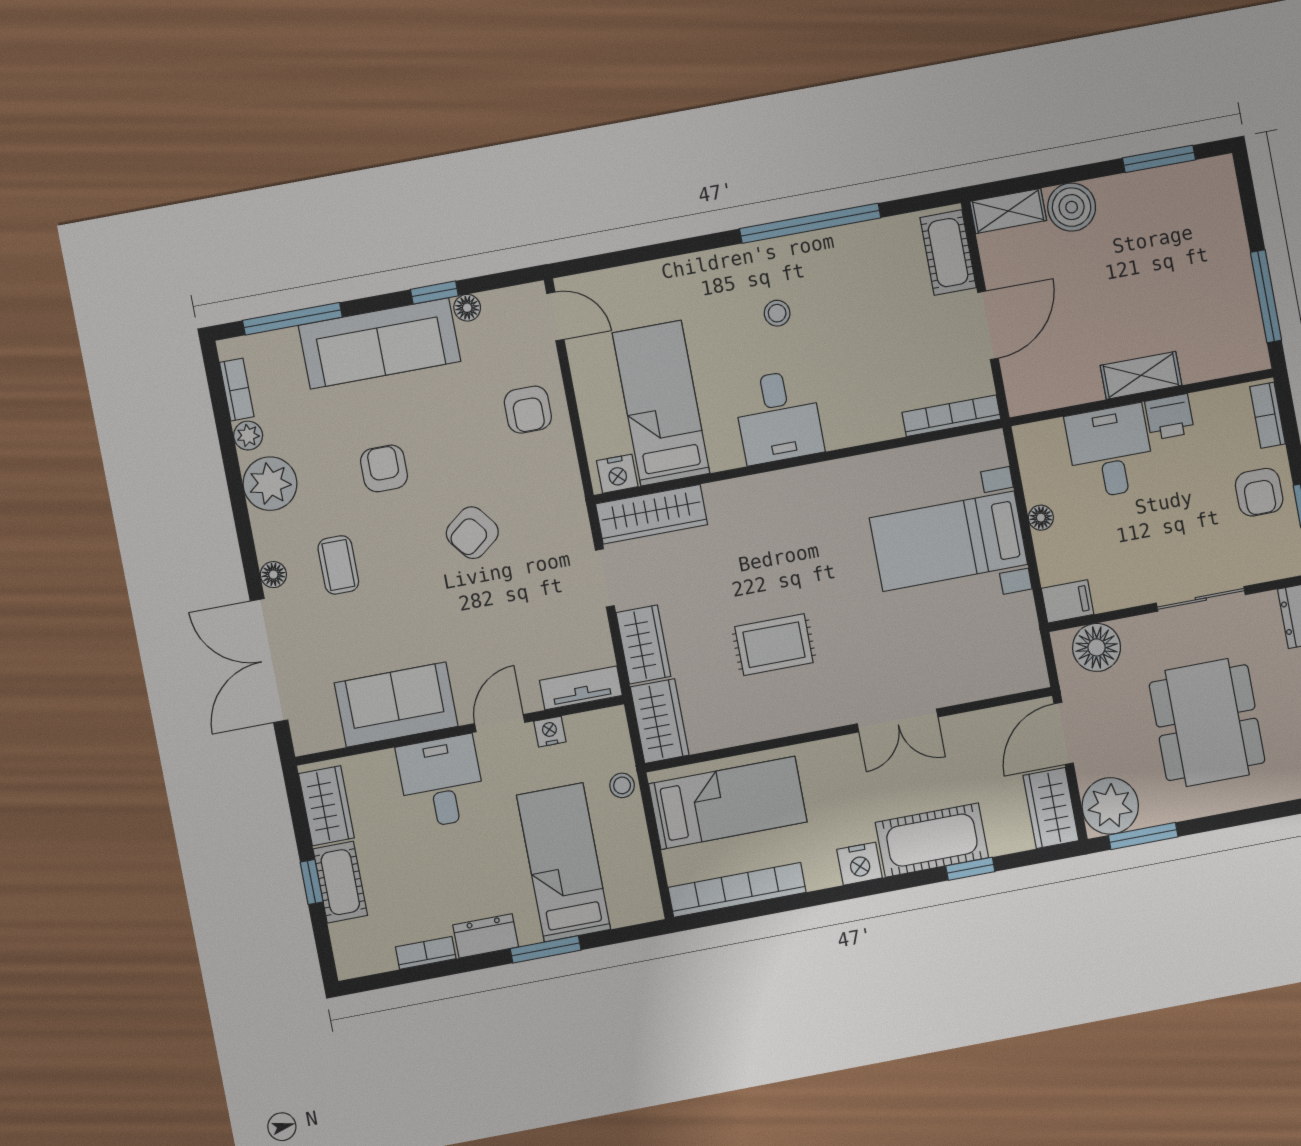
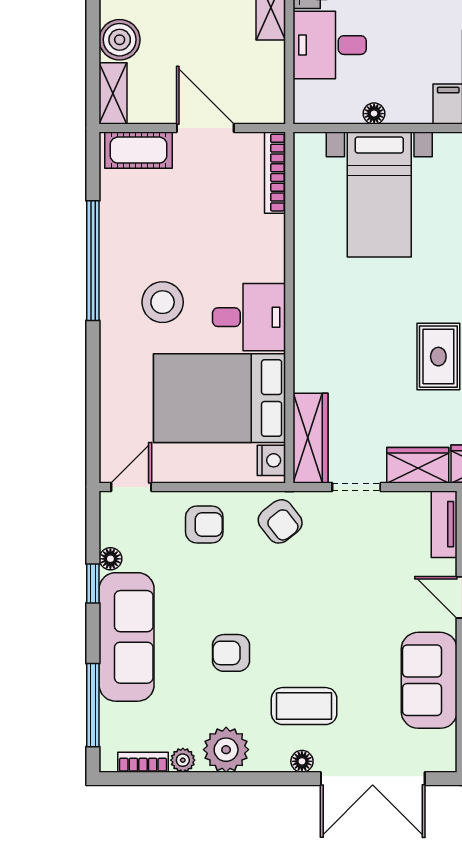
stool: (777, 313) -> (163, 302), width x1.89, depth x1.89
bed: (661, 403) -> (220, 398), width x1.50
armchair: (472, 533) -> (280, 521), moved
coffee table: (338, 565) -> (304, 706), width x1.36, depth x1.30

